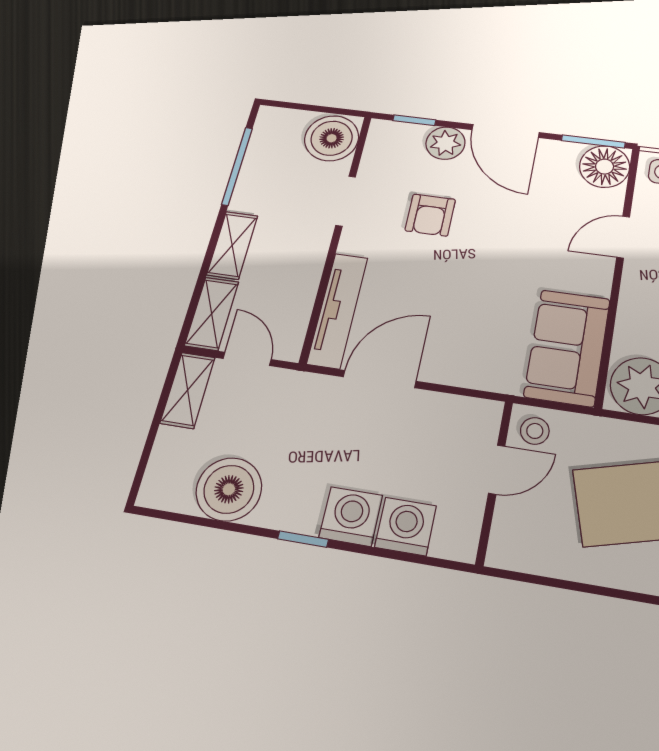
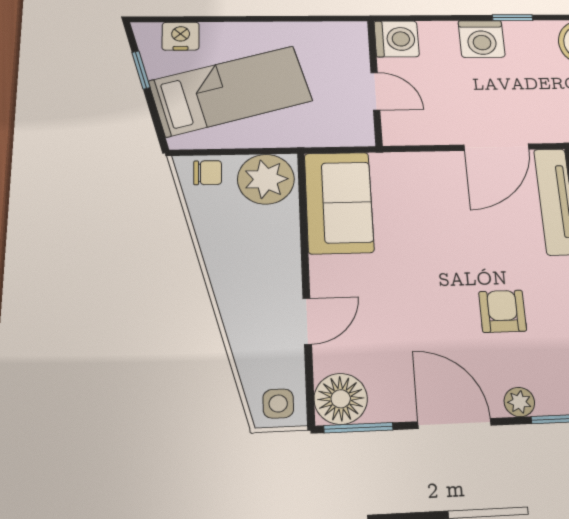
plant: (445, 143) -> (519, 402), width x0.73, depth x0.73
stool: (535, 431) -> (351, 126), removed
door: (497, 470) -> (375, 91), swing flipped
washing machine: (406, 526) -> (397, 39), moved, turned -90

